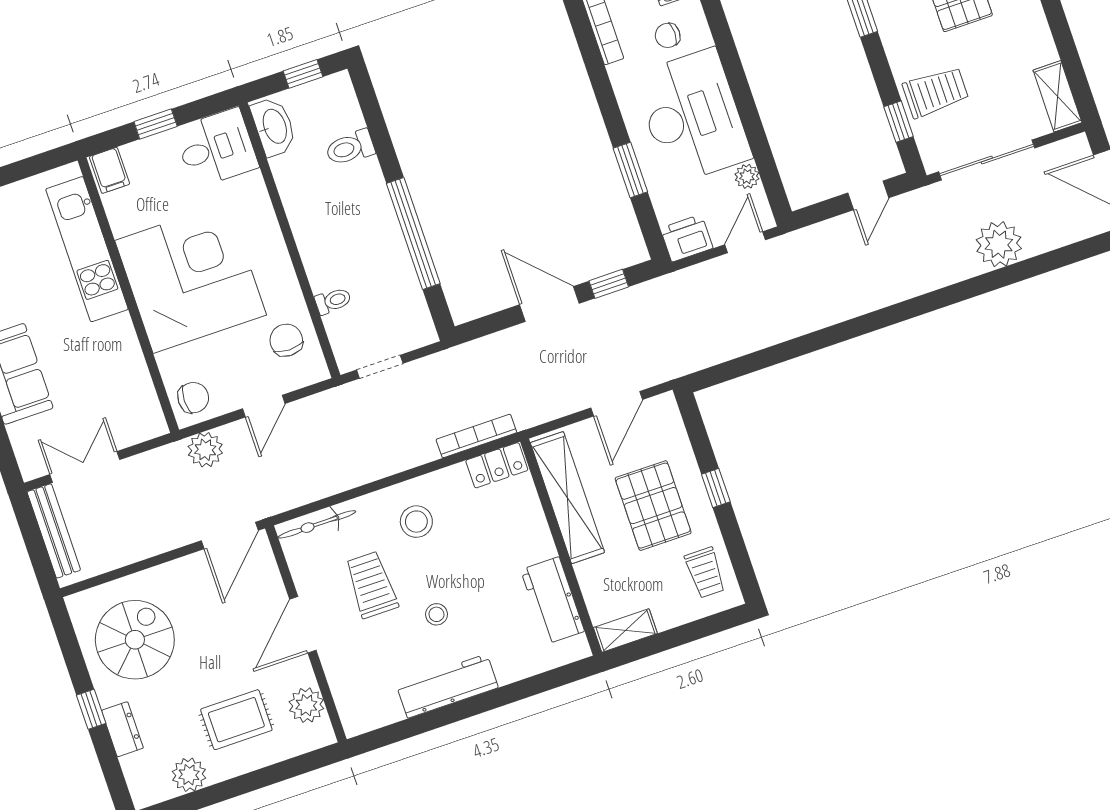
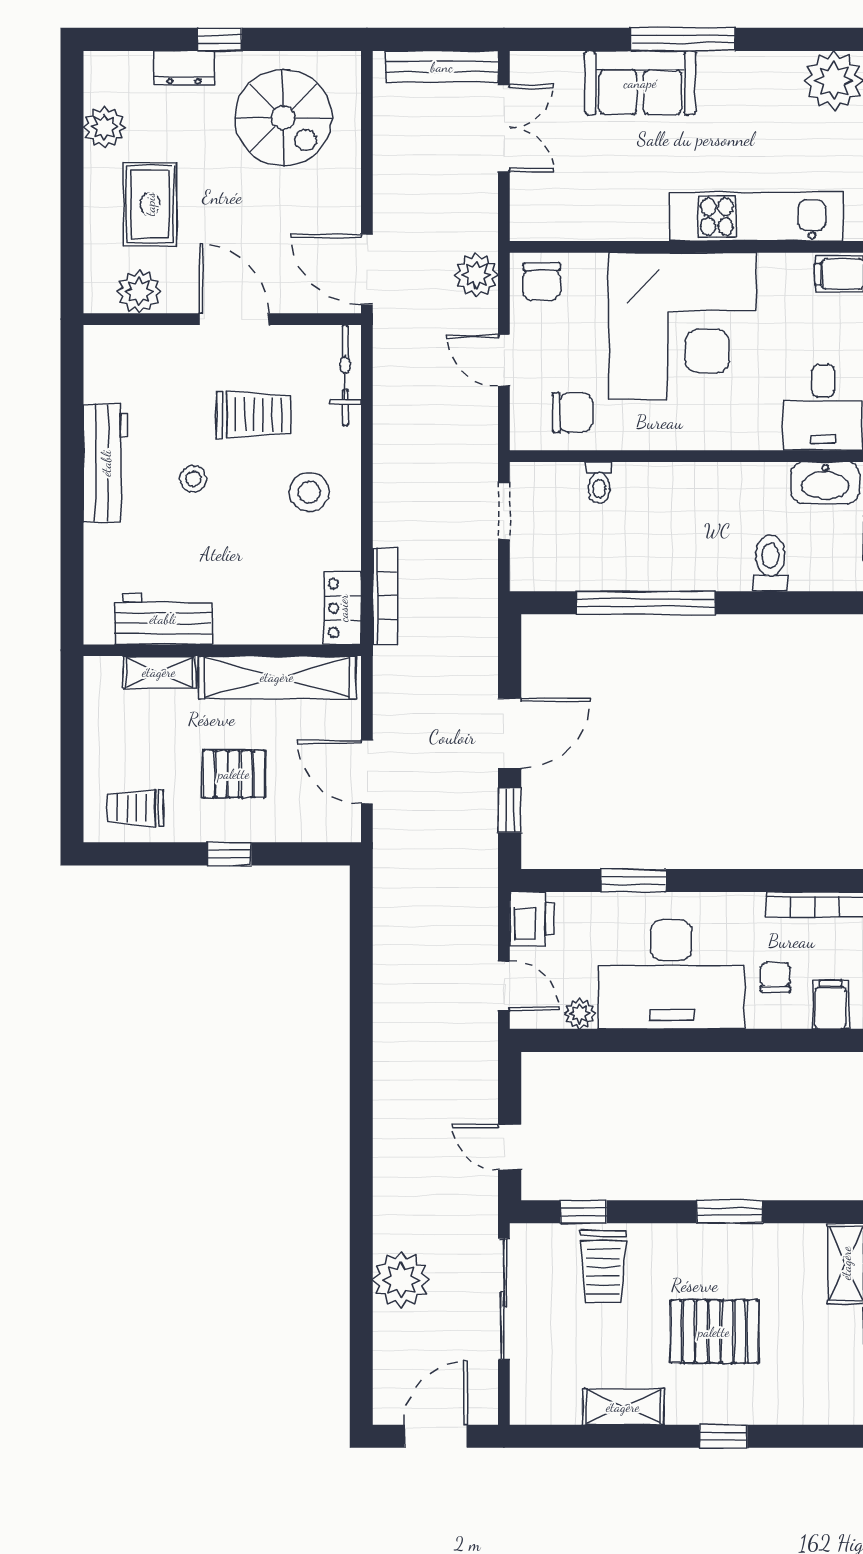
shelving: (1057, 96) -> (623, 1407), moved
pallet: (653, 506) -> (234, 774), width x0.67, depth x0.71
shelving: (625, 630) -> (159, 672), moved, turned 90

